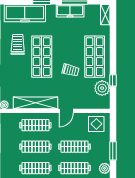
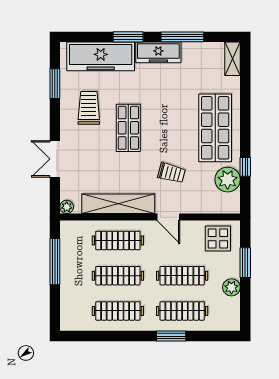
freezer: (70, 11) -> (158, 52), moved
shop shelf: (42, 57) -> (128, 128), width x0.70, depth x0.74
trolley: (70, 70) -> (171, 173), moved
door: (66, 111) -> (168, 217), hinge flipped
window: (113, 151) -> (245, 263), moved
plant: (105, 168) -> (231, 287), moved

